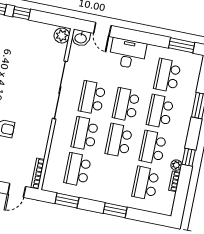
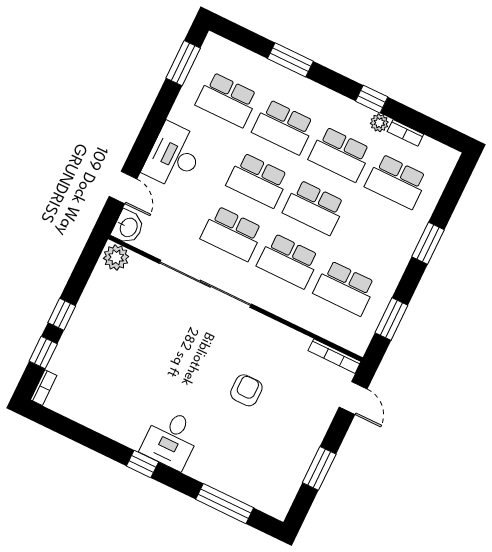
door: (102, 29) -> (123, 188), hinge flipped

